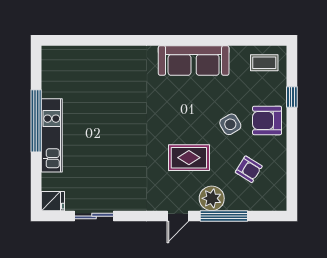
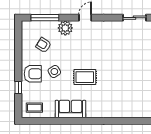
sofa: (194, 61) -> (70, 109), width x0.73
rug: (189, 158) -> (85, 77), moved
window: (224, 216) -> (45, 18), moved

